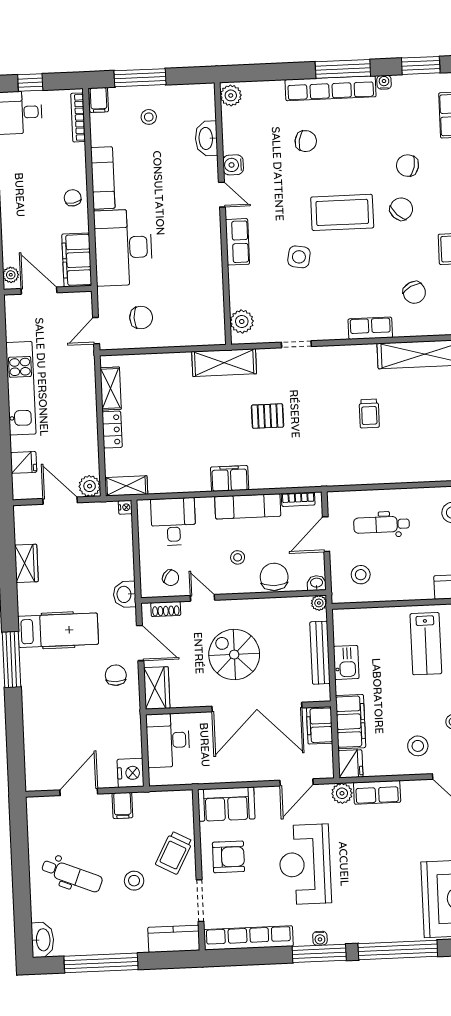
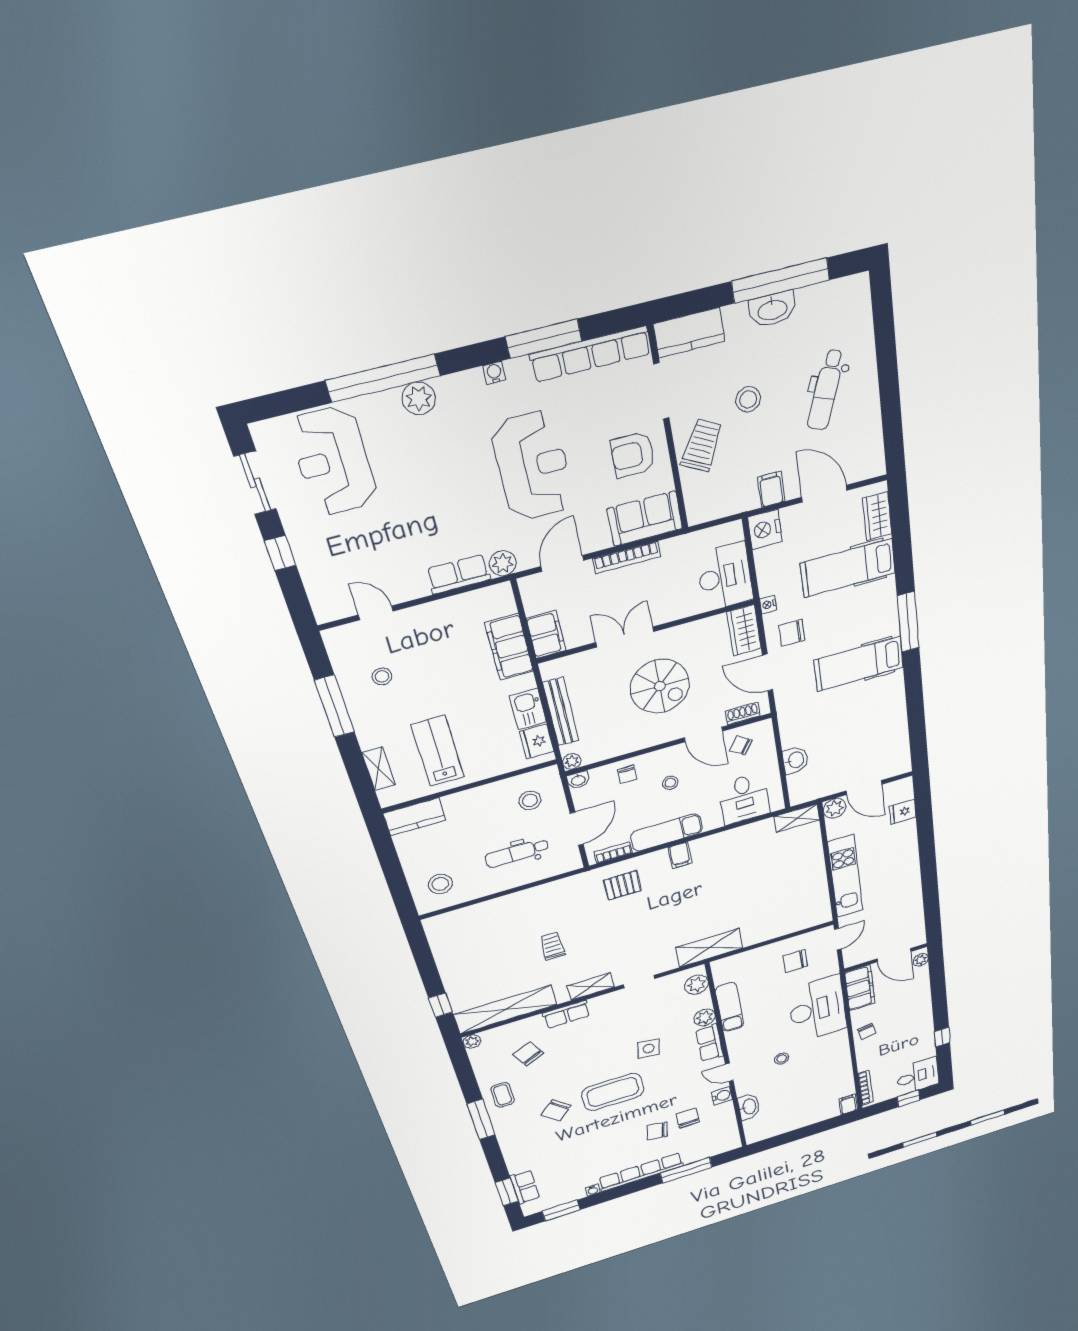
window: (343, 69) -> (686, 1170), moved
window: (140, 78) -> (813, 1129), removed
plant: (231, 95) -> (705, 1017), moved
stool: (149, 117) -> (782, 1059), moved
chair: (407, 166) -> (688, 1118), moved, turned -103
exam couch: (103, 178) -> (730, 1007), moved, turned 180
kitchen unit: (21, 388) -> (845, 876), moved, turned 180
shelving: (111, 388) -> (591, 986), moved, turned 90
pallet: (268, 416) -> (622, 885), moved
locker: (112, 430) -> (816, 863), removed
filing cabinet: (230, 478) -> (680, 855), width x0.50
nightstand: (125, 507) -> (768, 605), moved
dental chair: (382, 525) -> (517, 853), turned 180
wardrobe: (26, 563) -> (877, 516), moved
chair: (274, 577) -> (627, 774), width x0.54, depth x0.54
washbasin: (125, 594) -> (795, 760), moved
door: (202, 598) -> (703, 734), width x1.38
chair: (116, 675) -> (792, 633), turned 90
double door: (257, 707) -> (625, 637), width x0.54
hospital bed: (63, 723) -> (848, 568), added
stool: (418, 746) -> (420, 639), removed
fridge: (350, 764) -> (537, 741), moved
bookcase: (245, 775) -> (627, 557), added
door: (79, 792) -> (824, 494), swing flipped
dental chair: (72, 875) -> (826, 390), turned -91
plant: (377, 931) -> (419, 398), added
washbasin: (43, 940) -> (772, 309), moved, turned -90
window: (319, 953) -> (544, 339), moved

